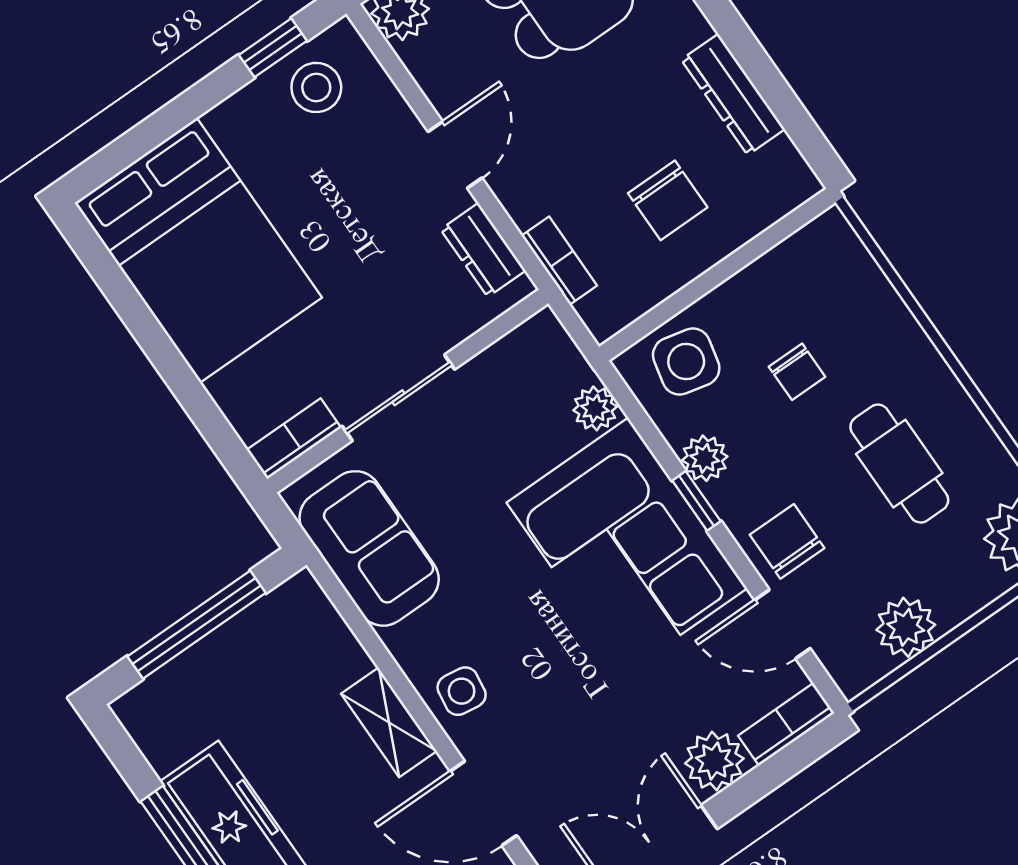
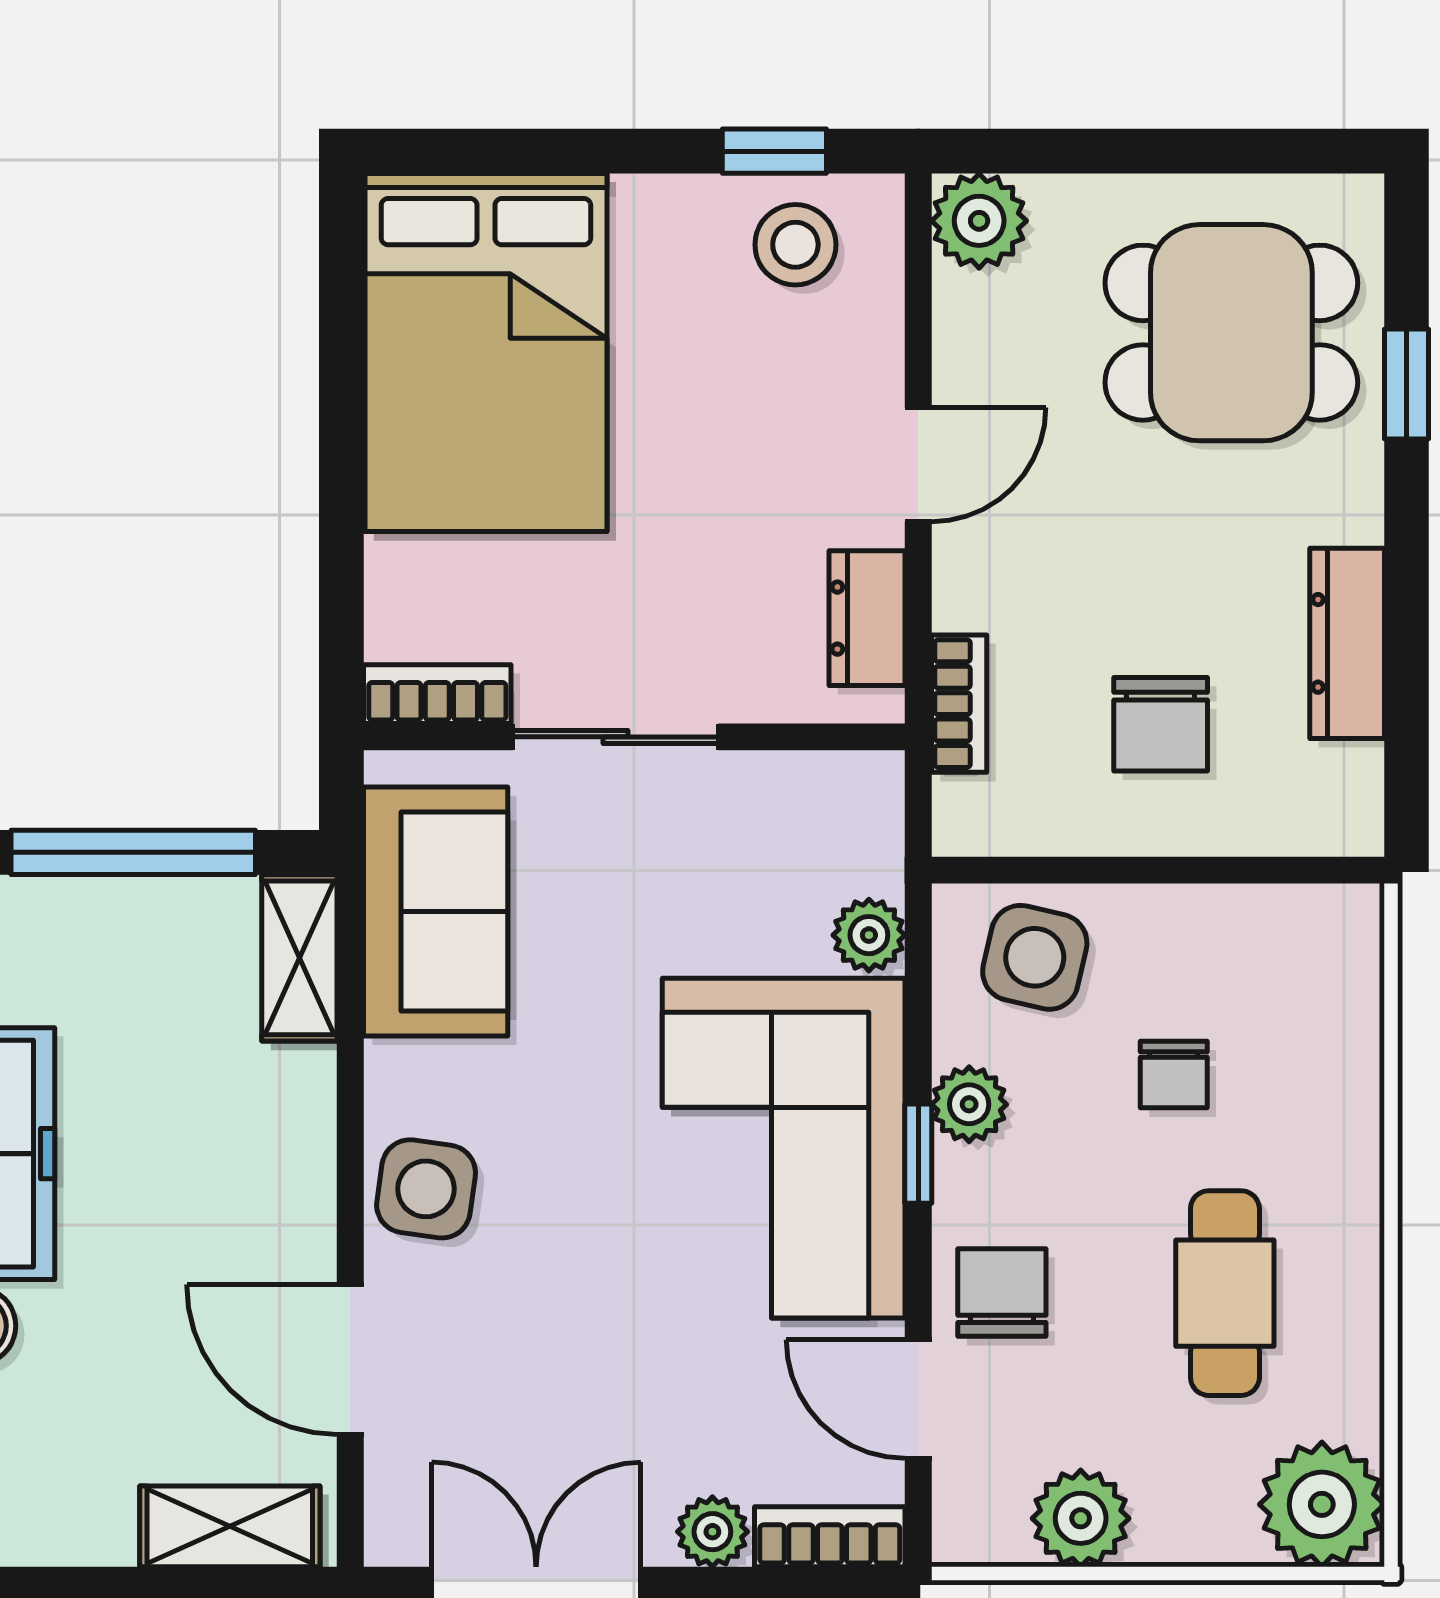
side table: (462, 691) -> (426, 1189), width x1.37, depth x1.37
shelving: (389, 722) -> (299, 958), moved
plant: (714, 761) -> (712, 1532), width x0.73, depth x0.73

